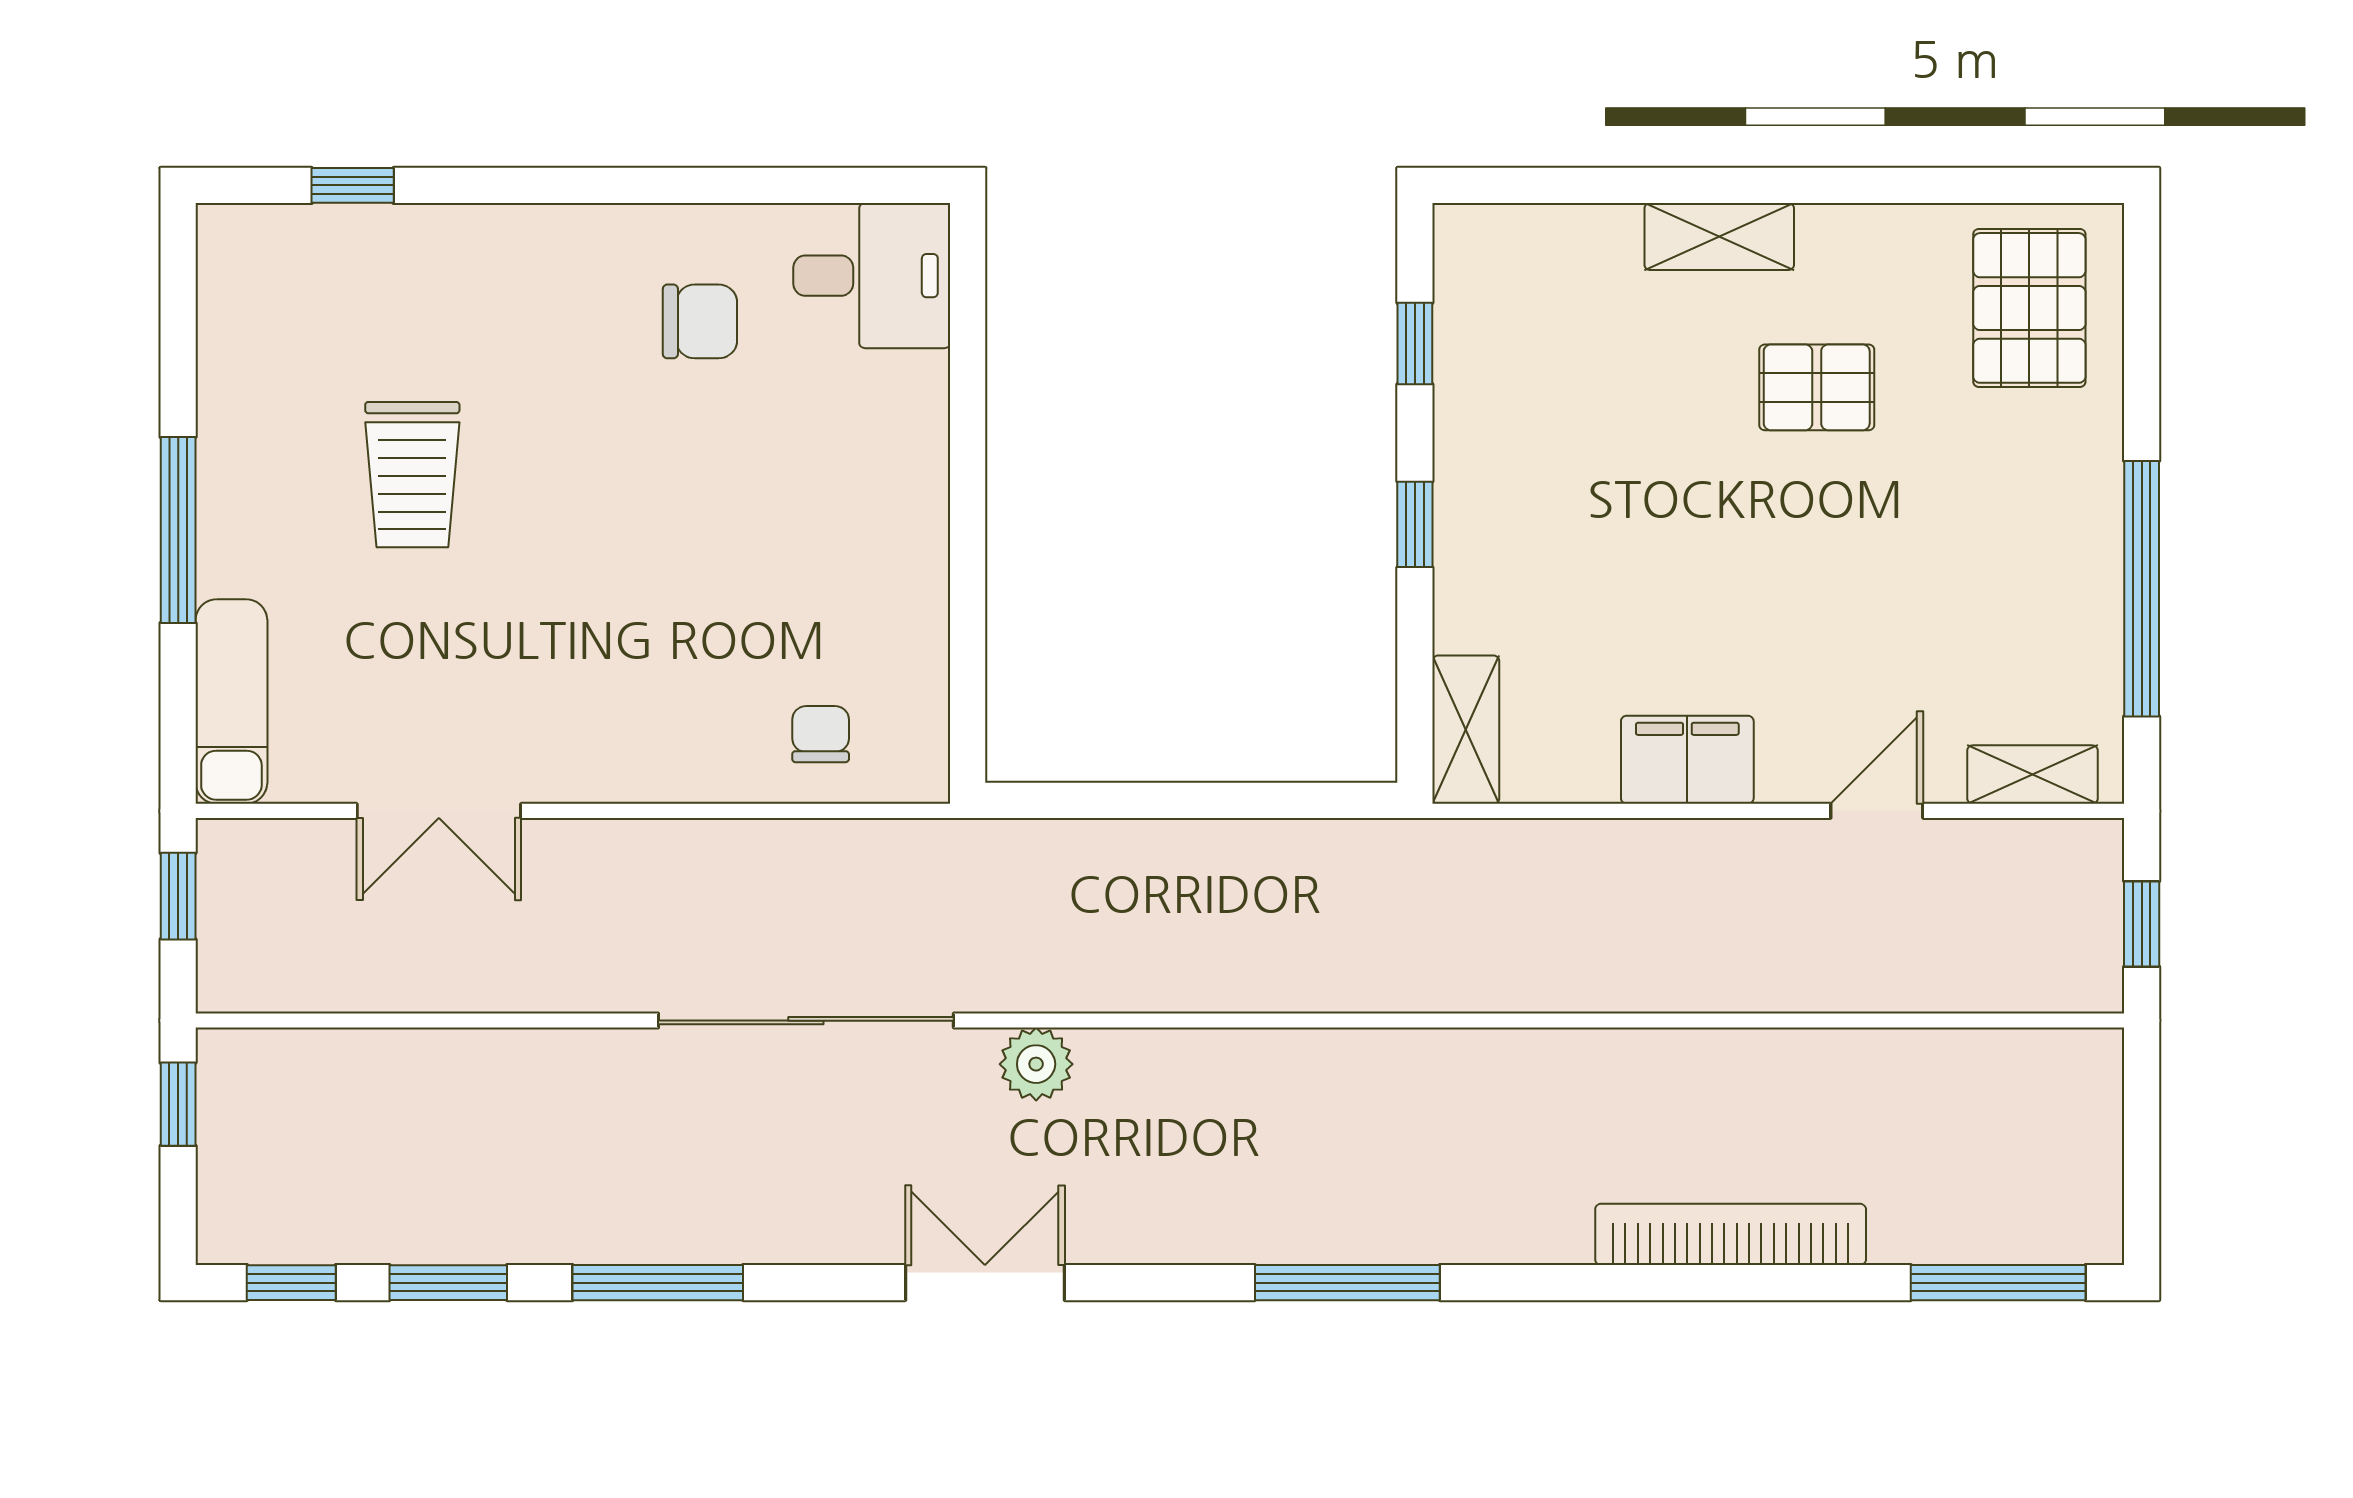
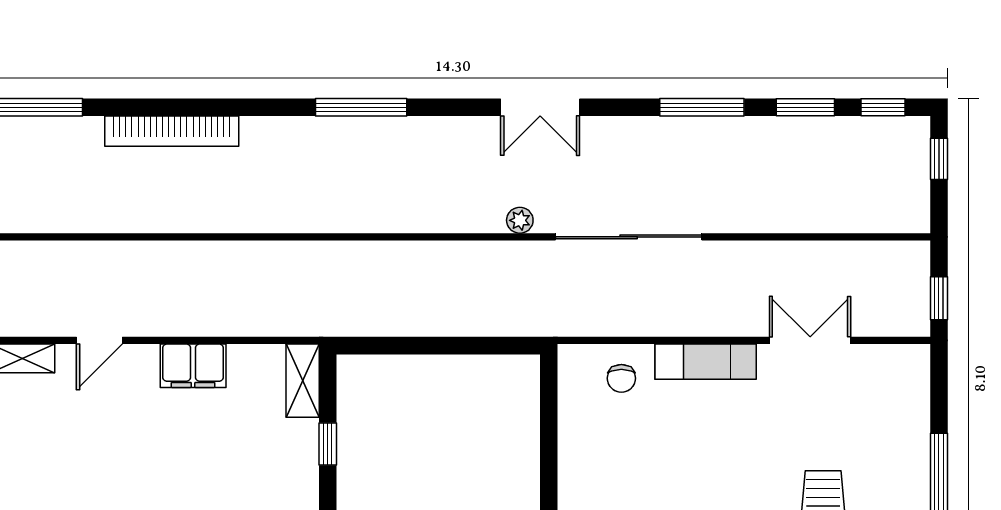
window: (1415, 524) -> (328, 444), moved
exam couch: (231, 701) -> (706, 362), moved, turned -90
plant: (1036, 1064) -> (520, 220), width x0.73, depth x0.73
window: (178, 1104) -> (939, 159), moved

